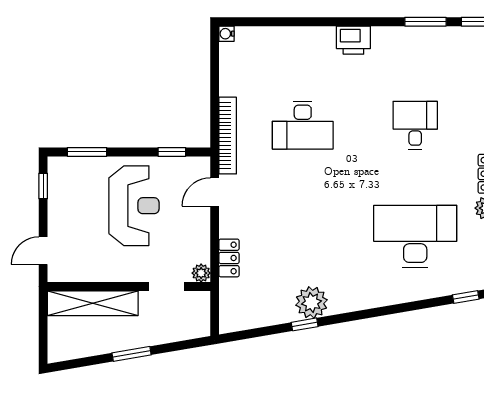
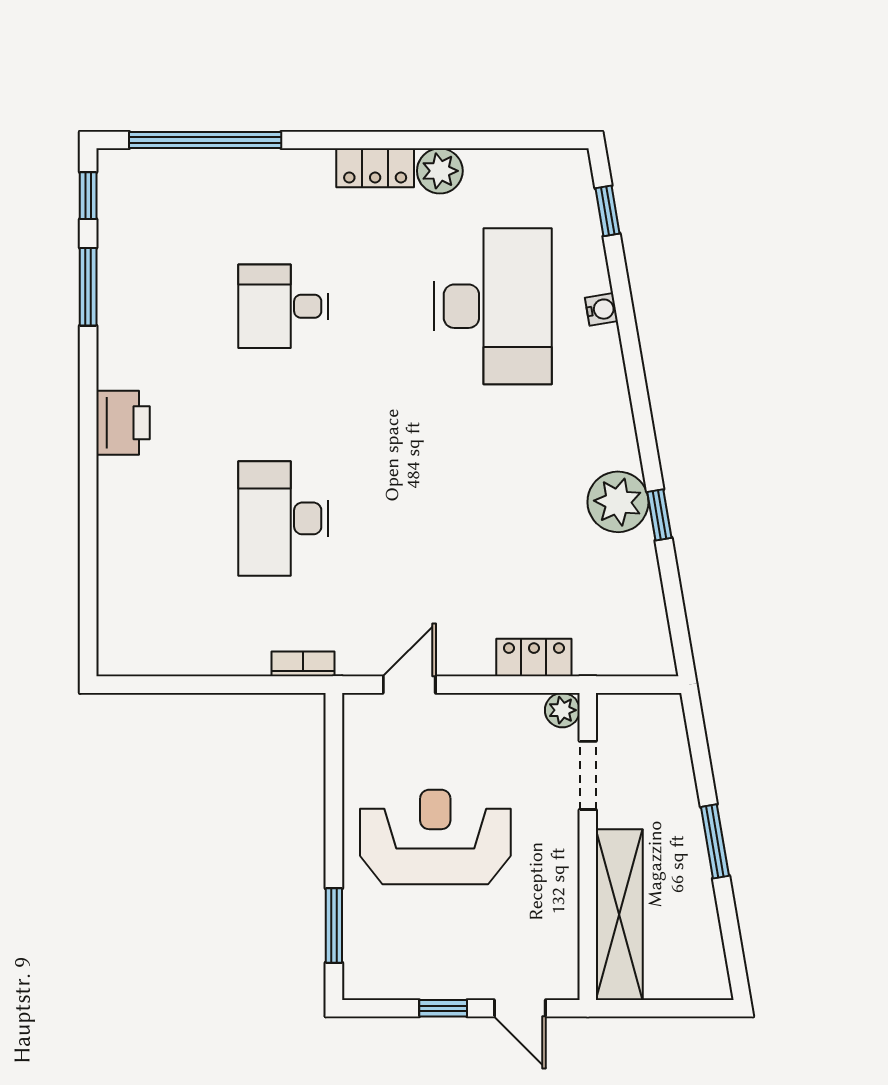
water cooler: (227, 34) -> (601, 309), moved, turned -100
desk: (303, 125) -> (283, 518), turned 180
bookcase: (228, 136) -> (303, 664), width x0.43, depth x0.76
window: (172, 152) -> (334, 765), removed
window: (43, 186) -> (443, 1008), moved
door: (215, 192) -> (409, 685), swing flipped
desk: (415, 236) -> (493, 306), turned 180

